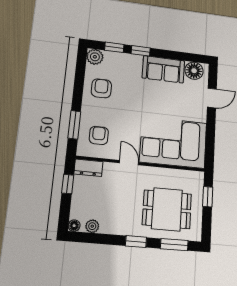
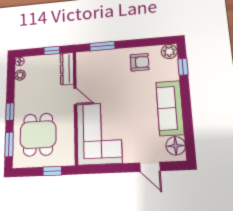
window: (141, 51) -> (185, 91), removed
sofa: (163, 69) -> (170, 108), width x1.36
armchair: (99, 135) -> (96, 67), removed
door: (129, 163) -> (75, 96), hinge flipped
dresser: (88, 168) -> (67, 69), width x1.44

